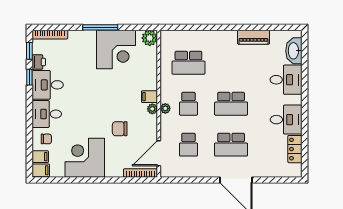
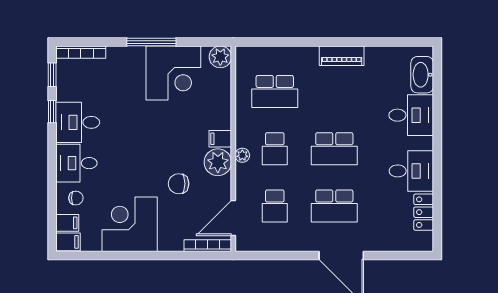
piano: (253, 37) -> (342, 56), moved
printer: (39, 62) -> (65, 90), removed
plant: (152, 109) -> (218, 162), width x1.88, depth x1.88

